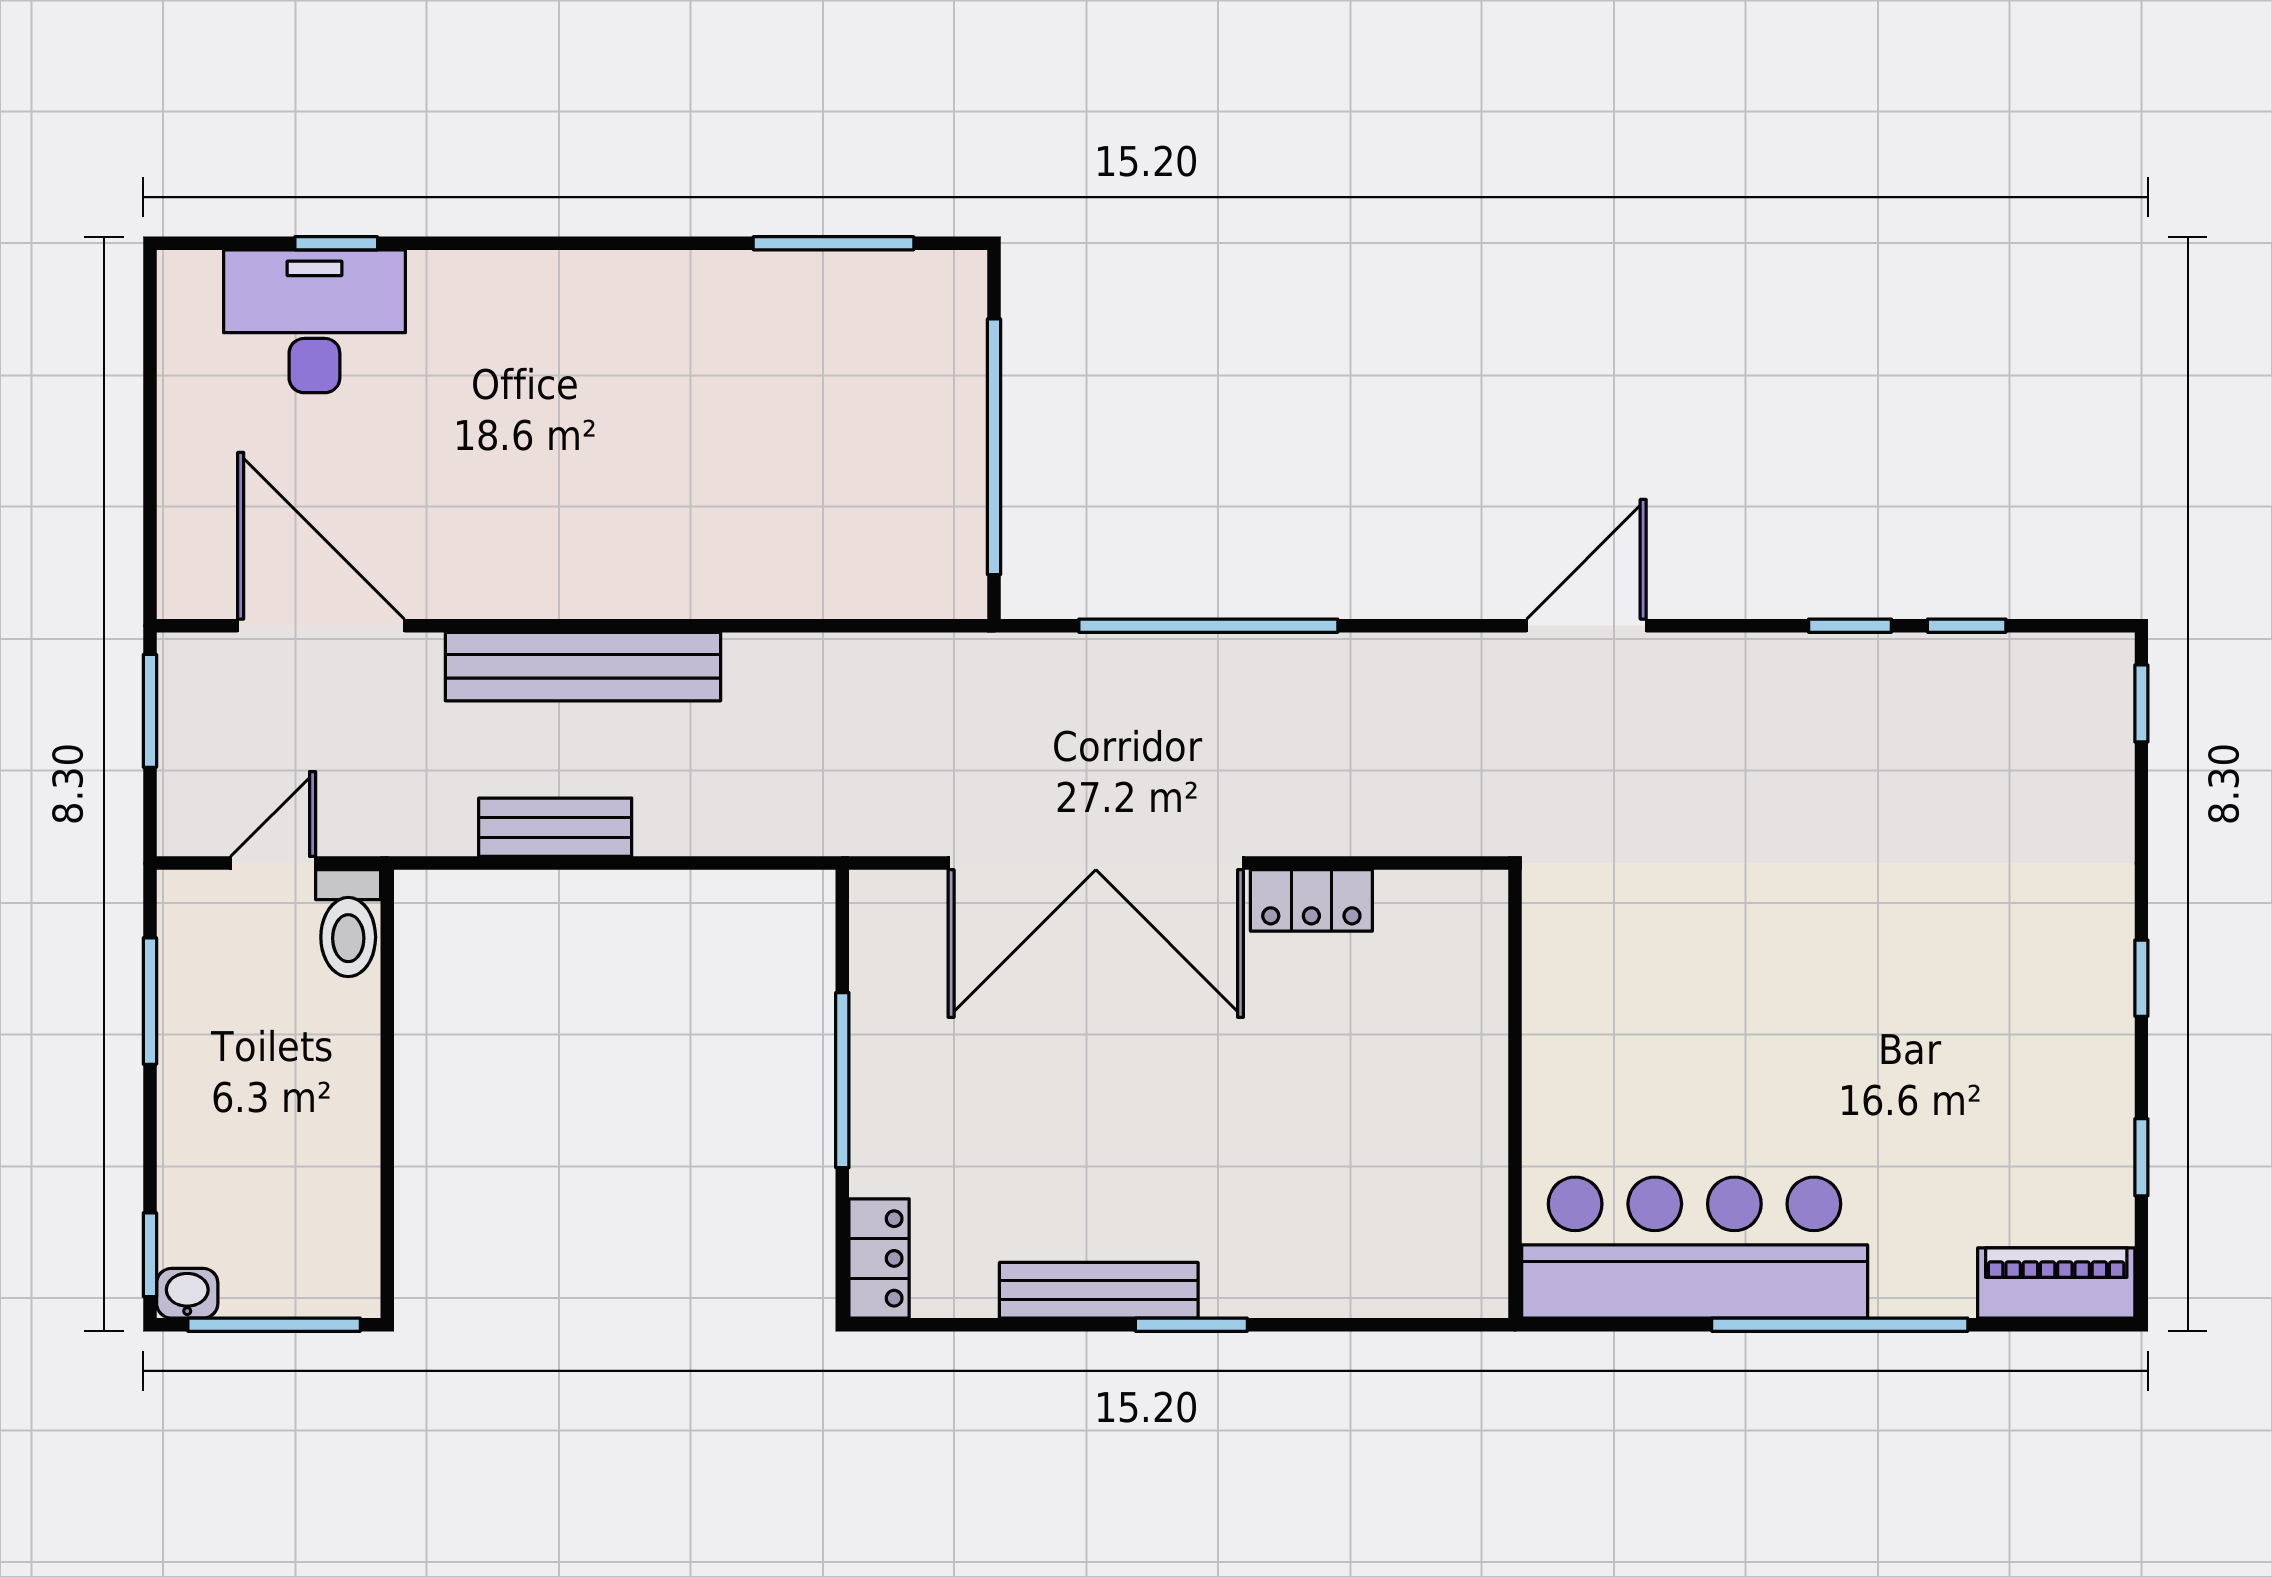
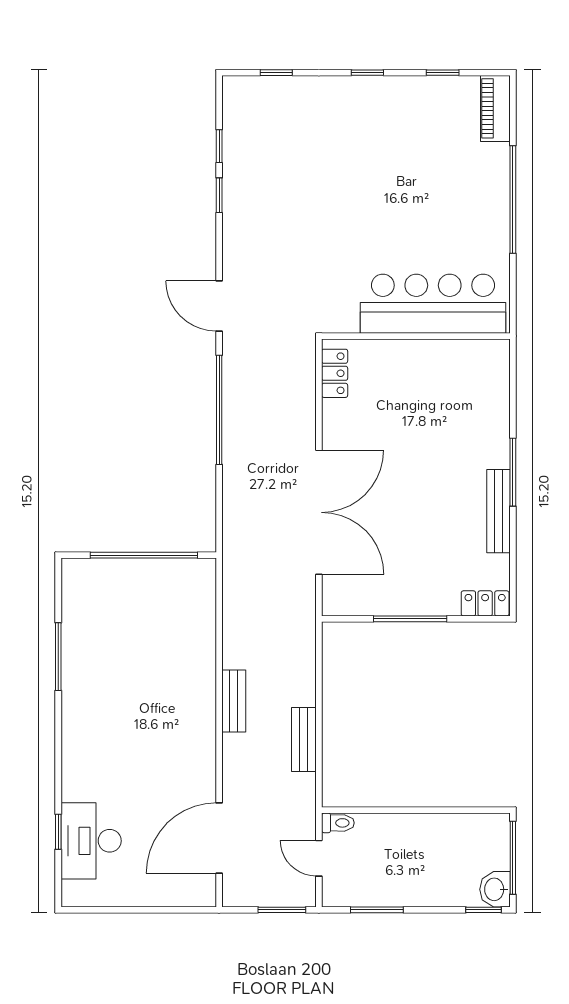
window: (834, 243) -> (58, 657), moved
window: (1208, 626) -> (219, 410), moved
bench: (583, 667) -> (234, 701), width x0.54, depth x0.82
window: (2141, 703) -> (276, 73), moved
window: (150, 711) -> (282, 910), moved
locker: (1311, 900) -> (335, 373), moved
toilet: (348, 923) -> (338, 823), width x0.73, depth x0.72
bar counter: (1695, 1248) -> (433, 304), moved, turned 90
washbasin: (187, 1293) -> (495, 889), width x1.38, depth x1.45
window: (1191, 1325) -> (513, 472), width x1.44

